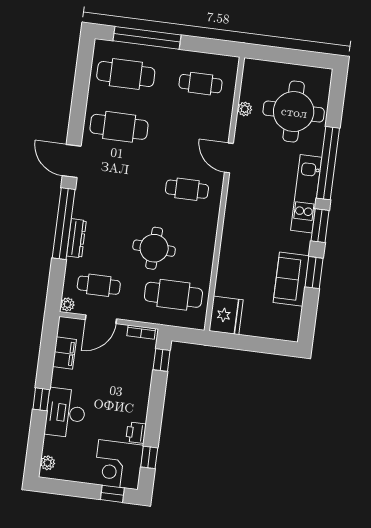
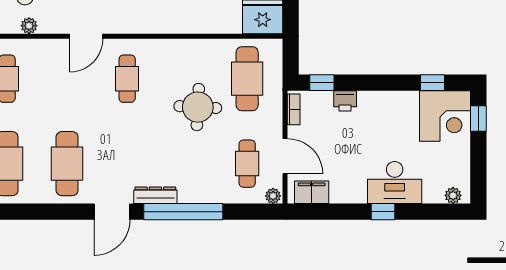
dresser: (76, 238) -> (155, 195), moved
filing cabinet: (64, 353) -> (312, 192), moved
printer: (136, 433) -> (345, 101), moved

